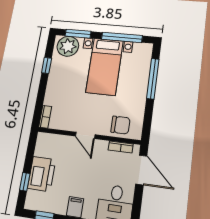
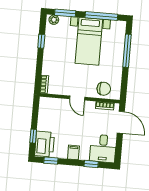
plant: (68, 46) -> (54, 20), width x0.53, depth x0.53
printer: (42, 174) -> (44, 144), moved

